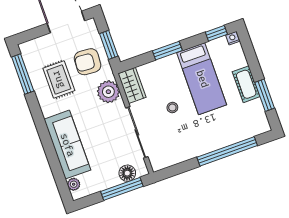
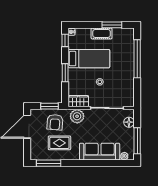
window: (122, 189) -> (137, 141), moved

